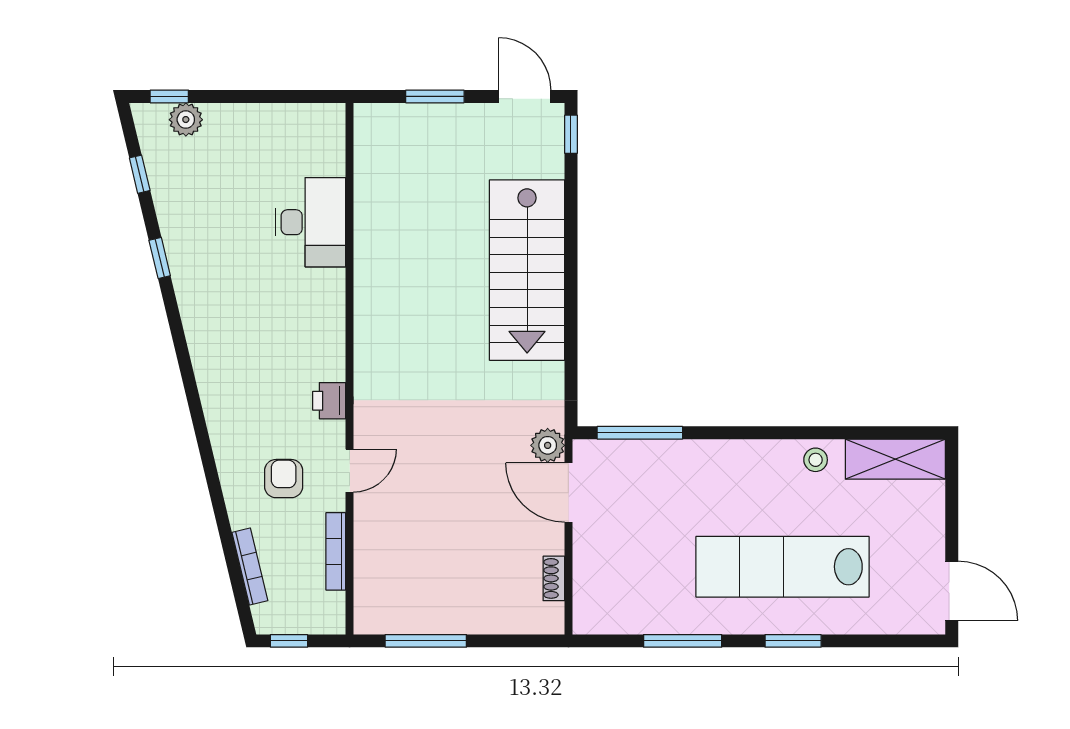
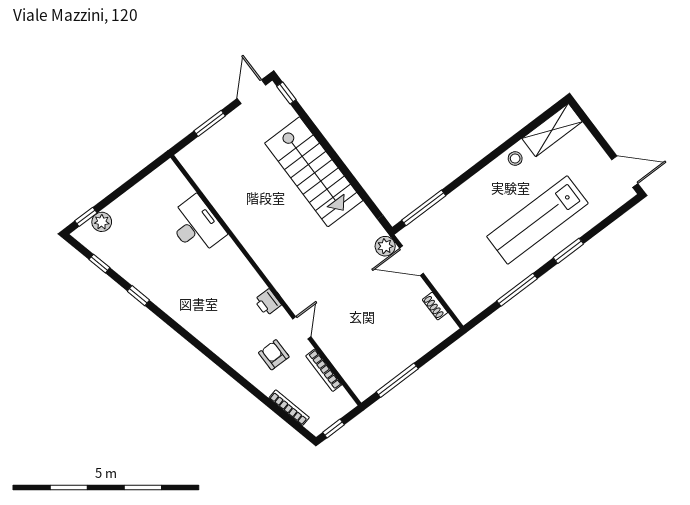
door: (525, 96) -> (251, 92), hinge flipped

